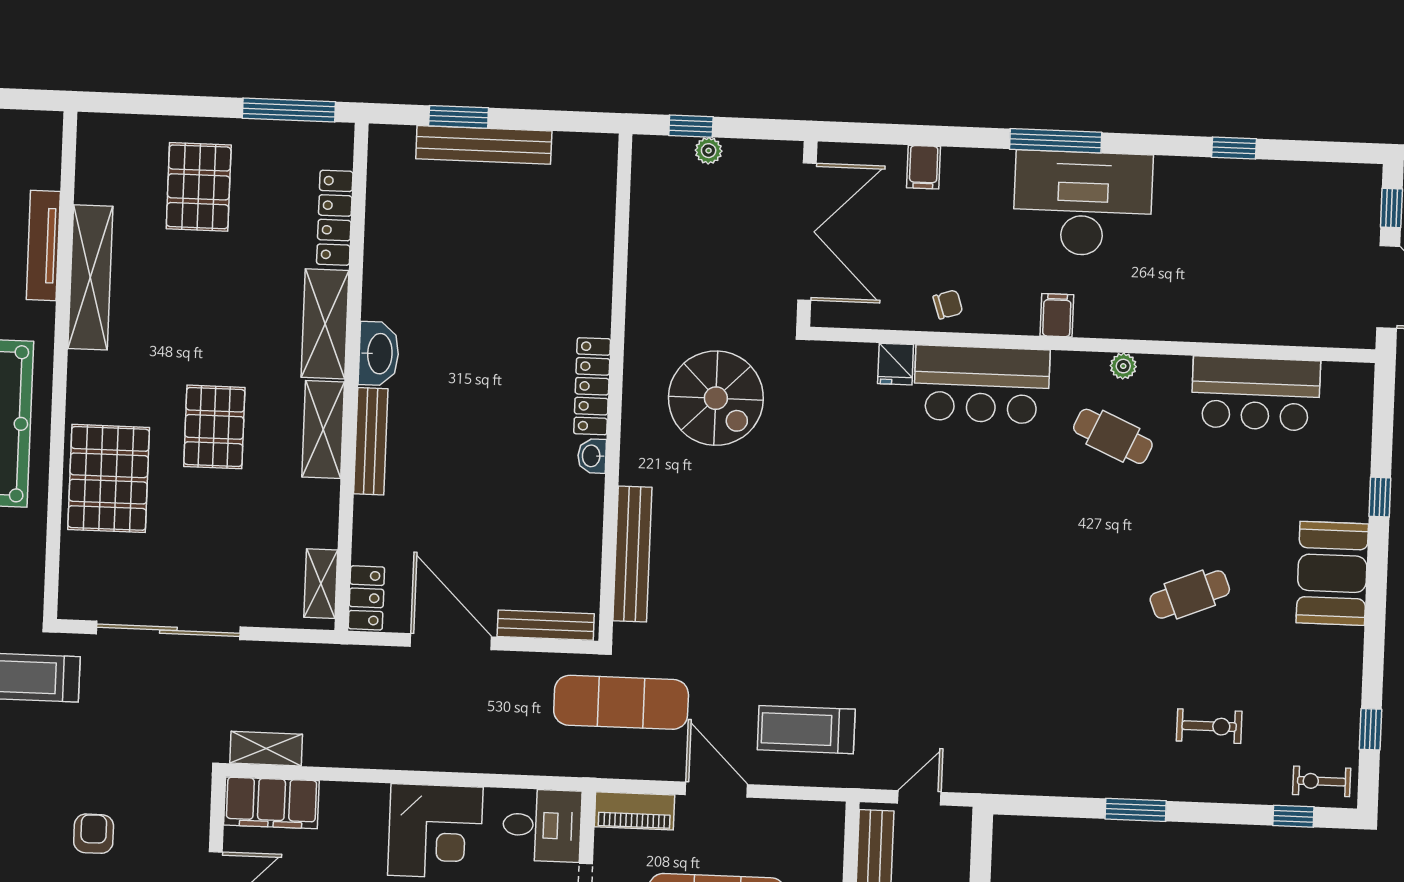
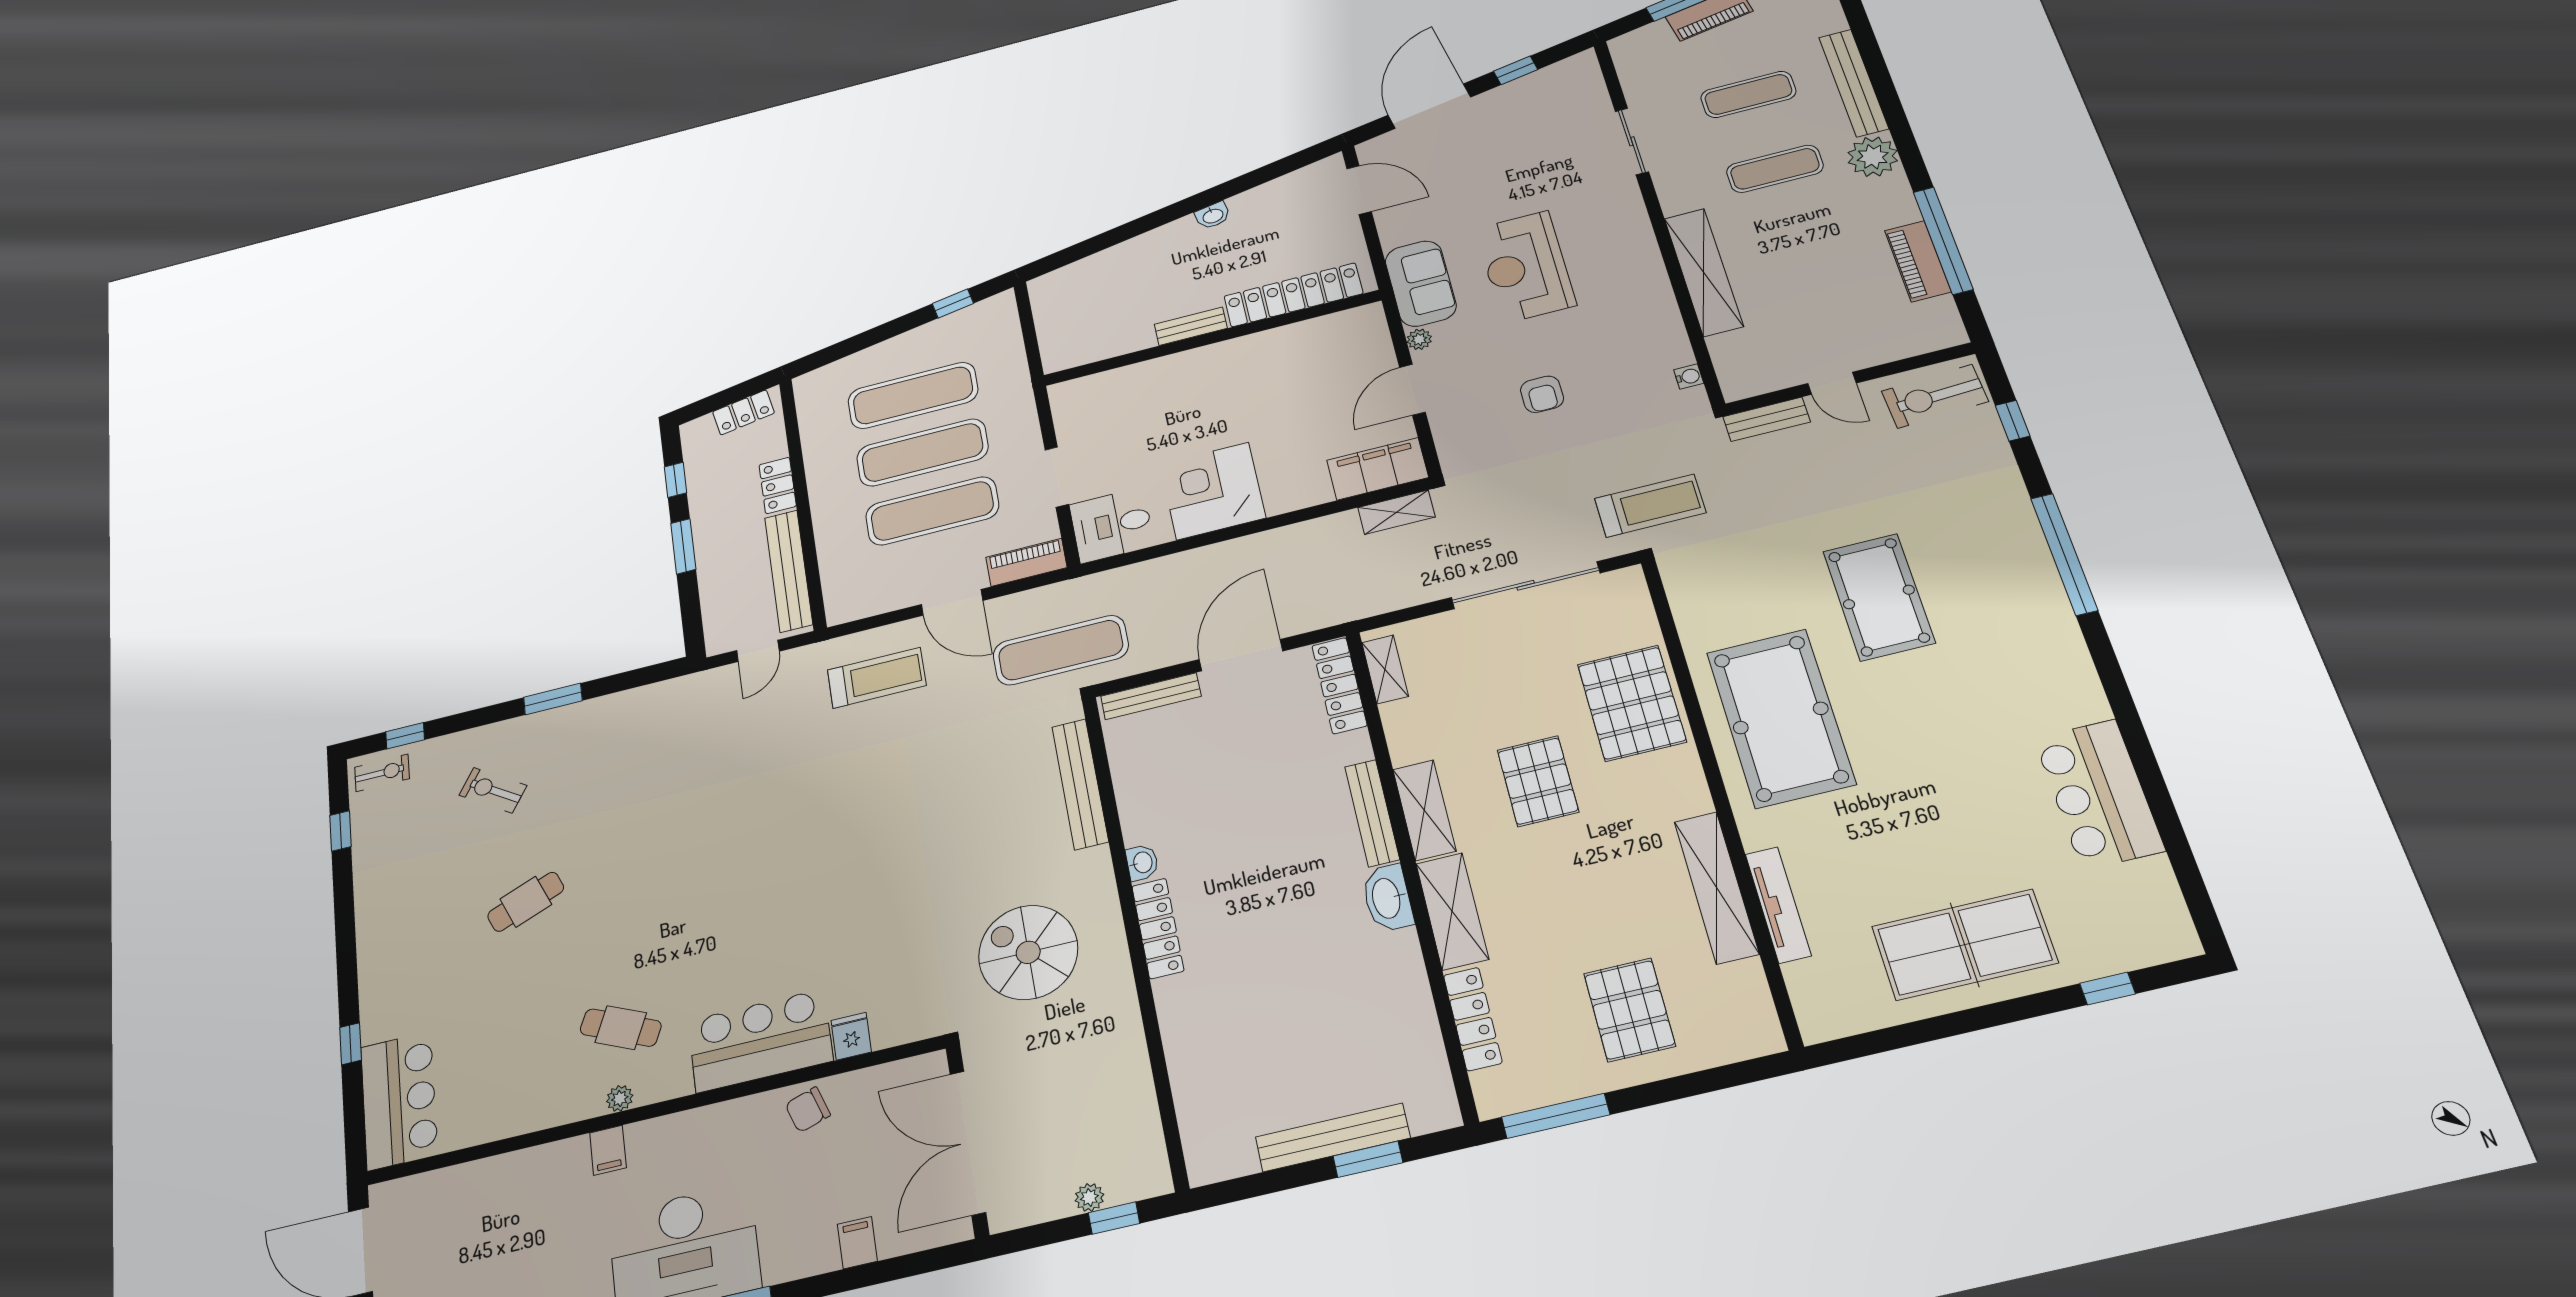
chair: (948, 304) -> (808, 1110), width x1.37, depth x1.37
filing cabinet: (1057, 315) -> (608, 1150), moved
bar counter: (1256, 394) -> (399, 1101), moved, turned 90
booth: (1332, 573) -> (390, 960), removed
locker: (366, 598) -> (1339, 686), width x1.53
door: (451, 642) -> (1241, 655), swing flipped
exercise bike: (1209, 726) -> (493, 790), turned 33

